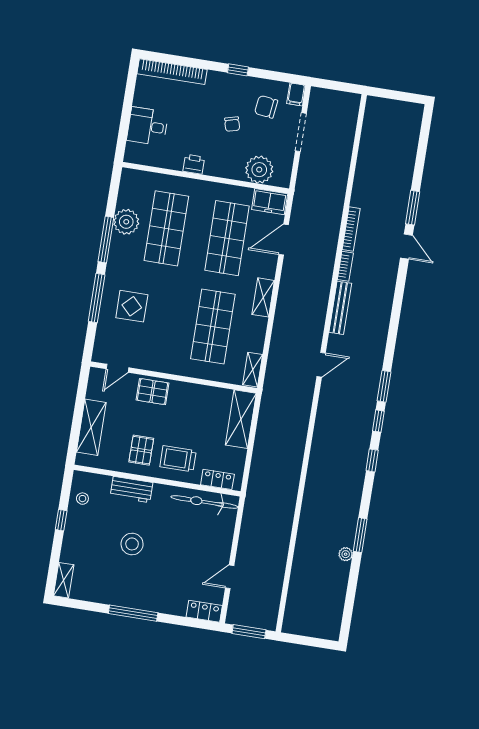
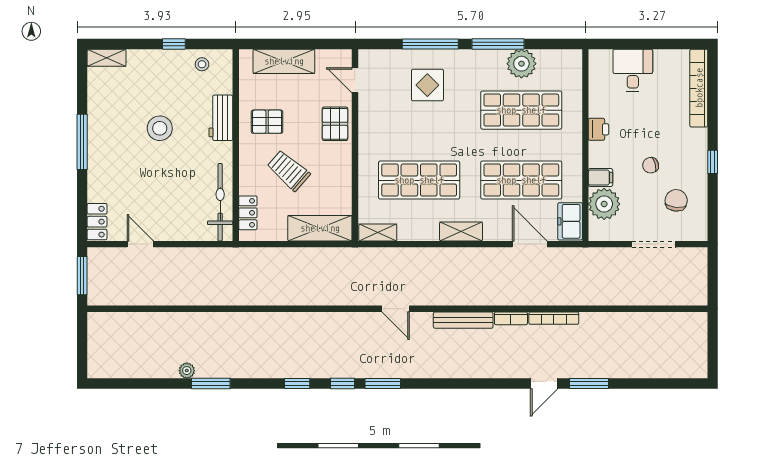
filing cabinet: (296, 94) -> (600, 178), moved, turned 180
trolley: (178, 459) -> (288, 170), moved, turned -49

